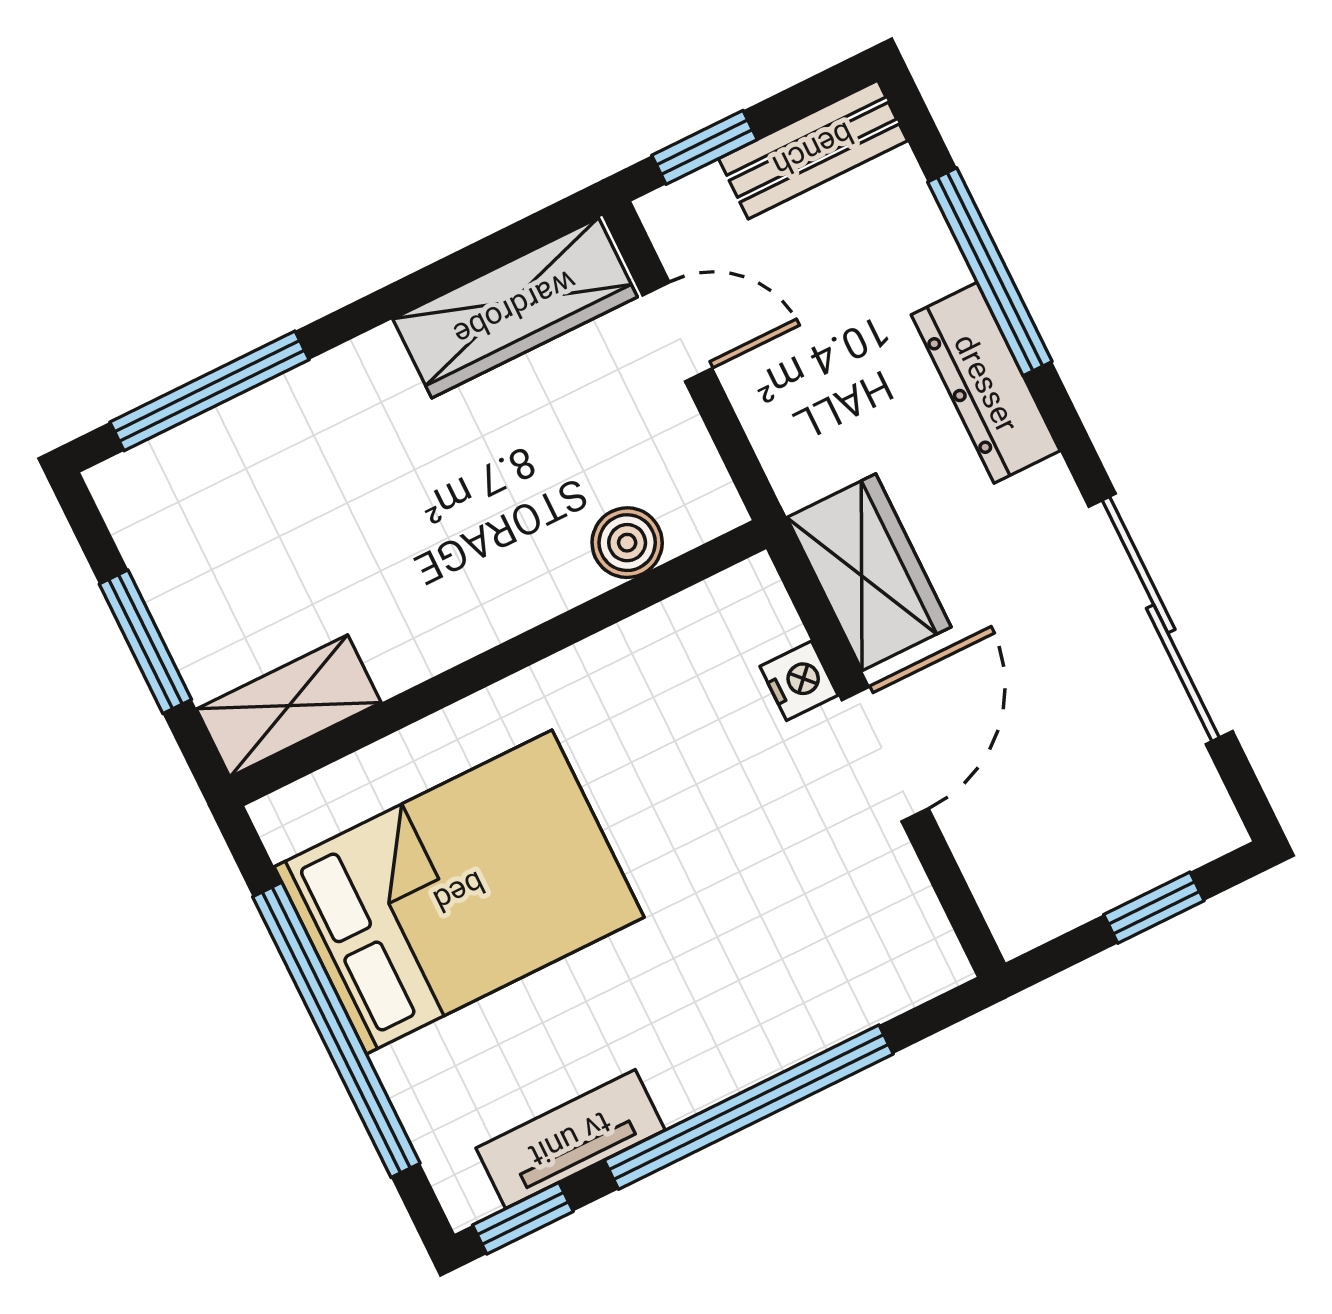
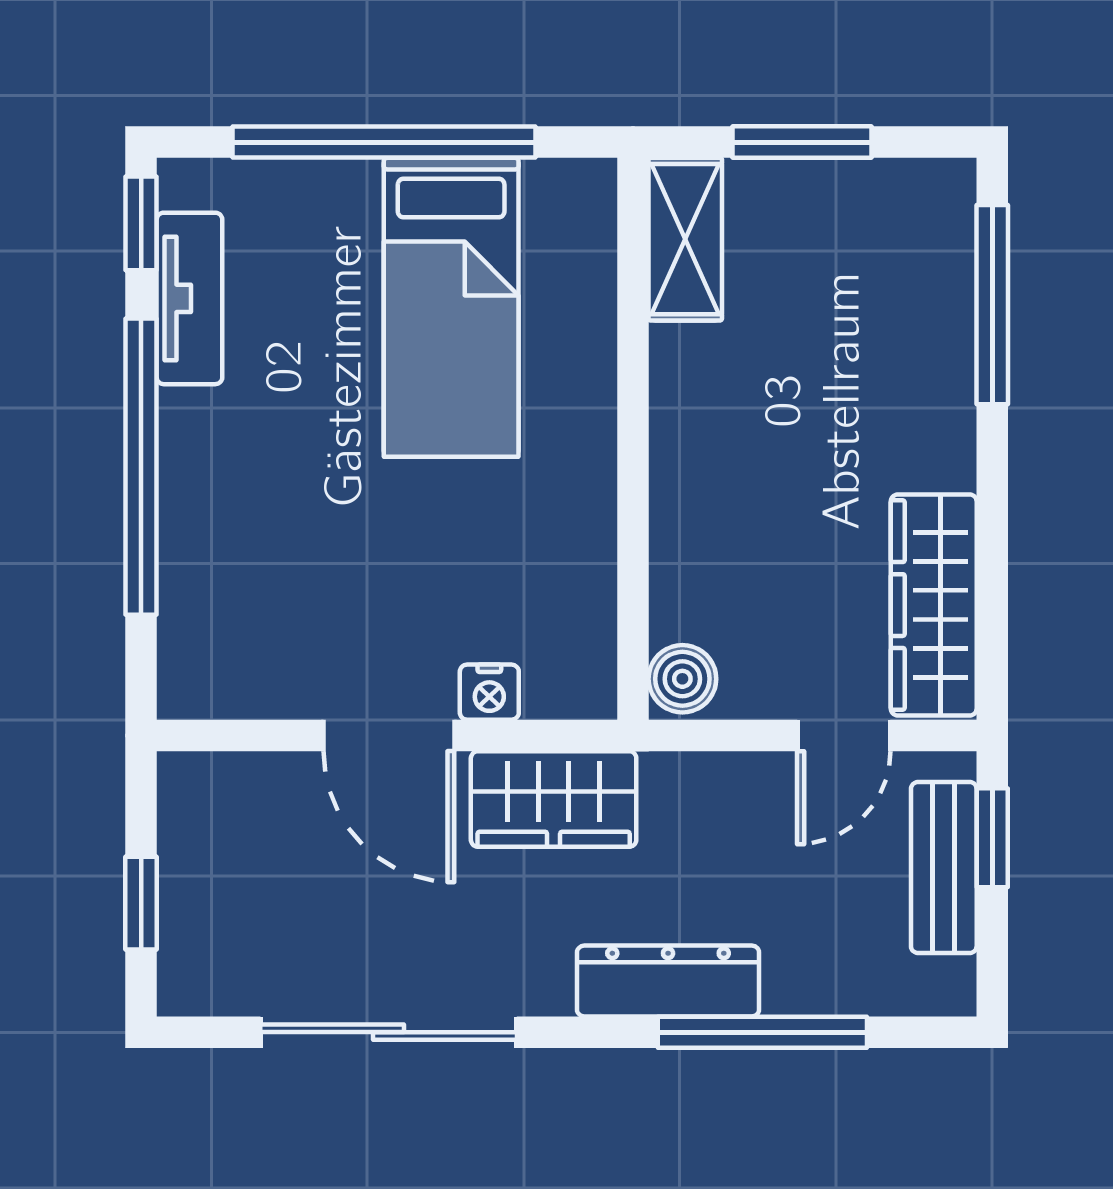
bench: (813, 150) -> (944, 868), moved
boiler: (627, 543) -> (682, 679), moved
bed: (459, 892) -> (451, 307), width x0.67

